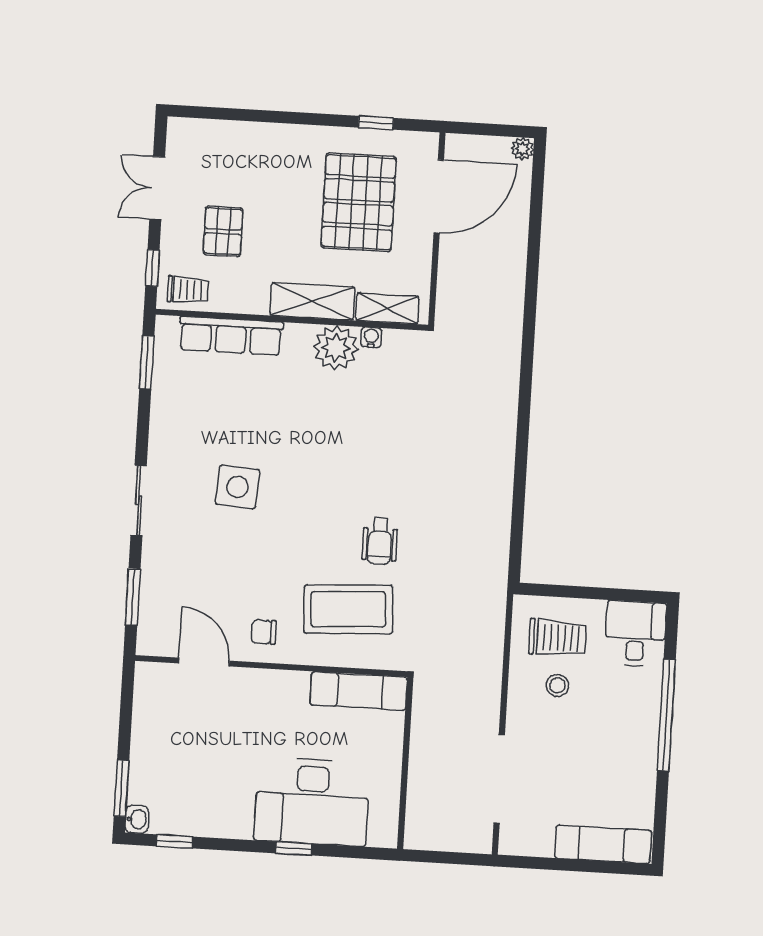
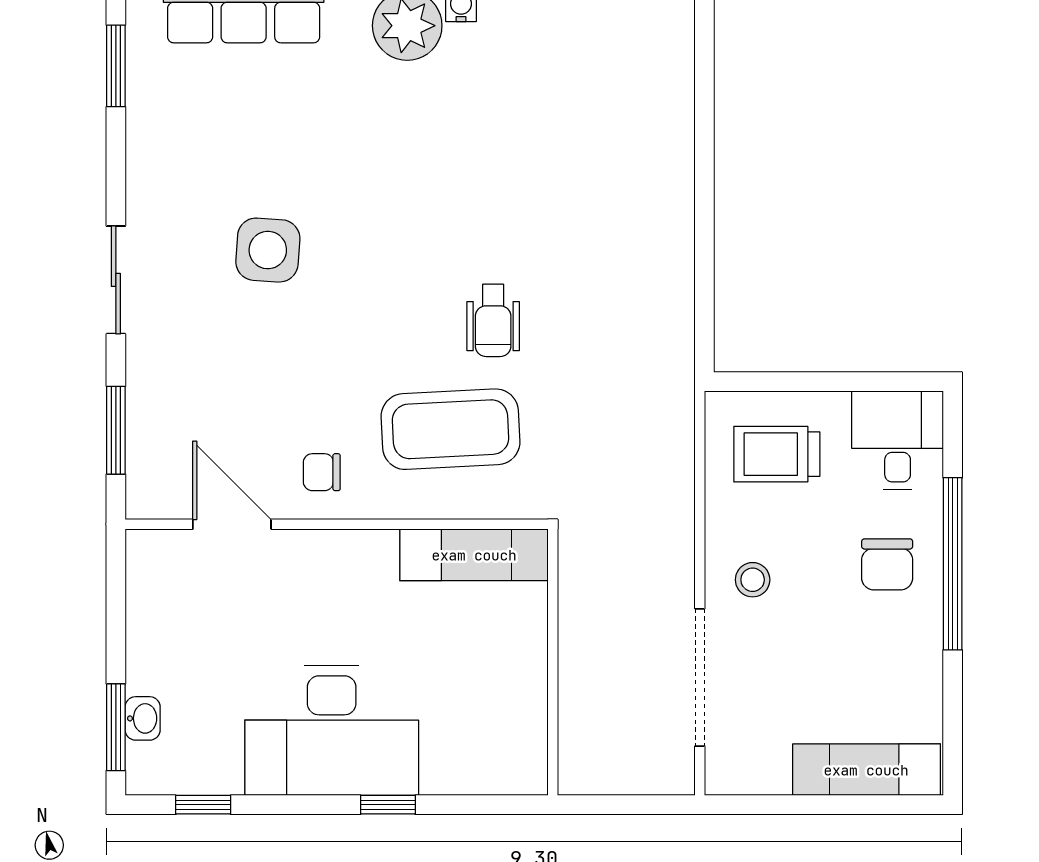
trolley: (557, 638) -> (777, 454), turned 180
stool: (557, 685) -> (753, 580), moved
chair: (624, 713) -> (887, 564), added
desk: (312, 802) -> (332, 730), moved
washbasin: (137, 819) -> (143, 718), moved

